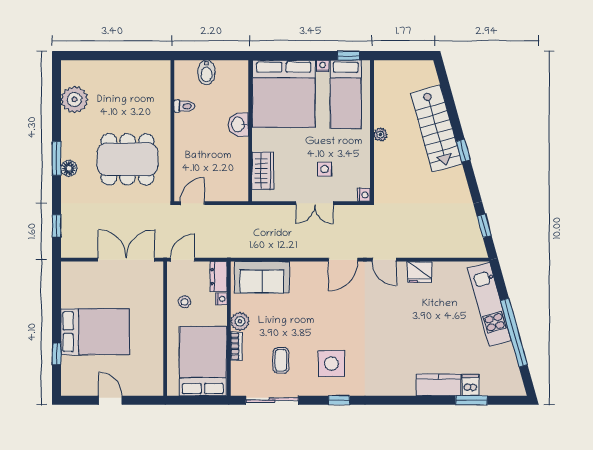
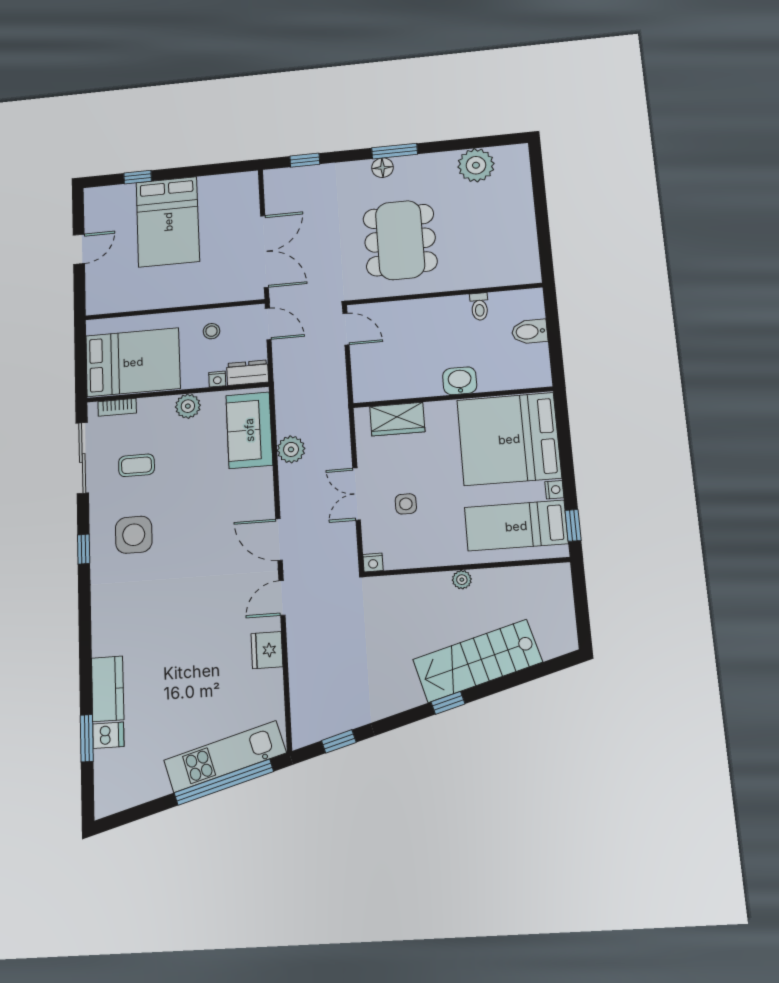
plant: (278, 248) -> (291, 449), added
window: (514, 333) -> (224, 782), moved
bookcase: (236, 346) -> (117, 407), moved

